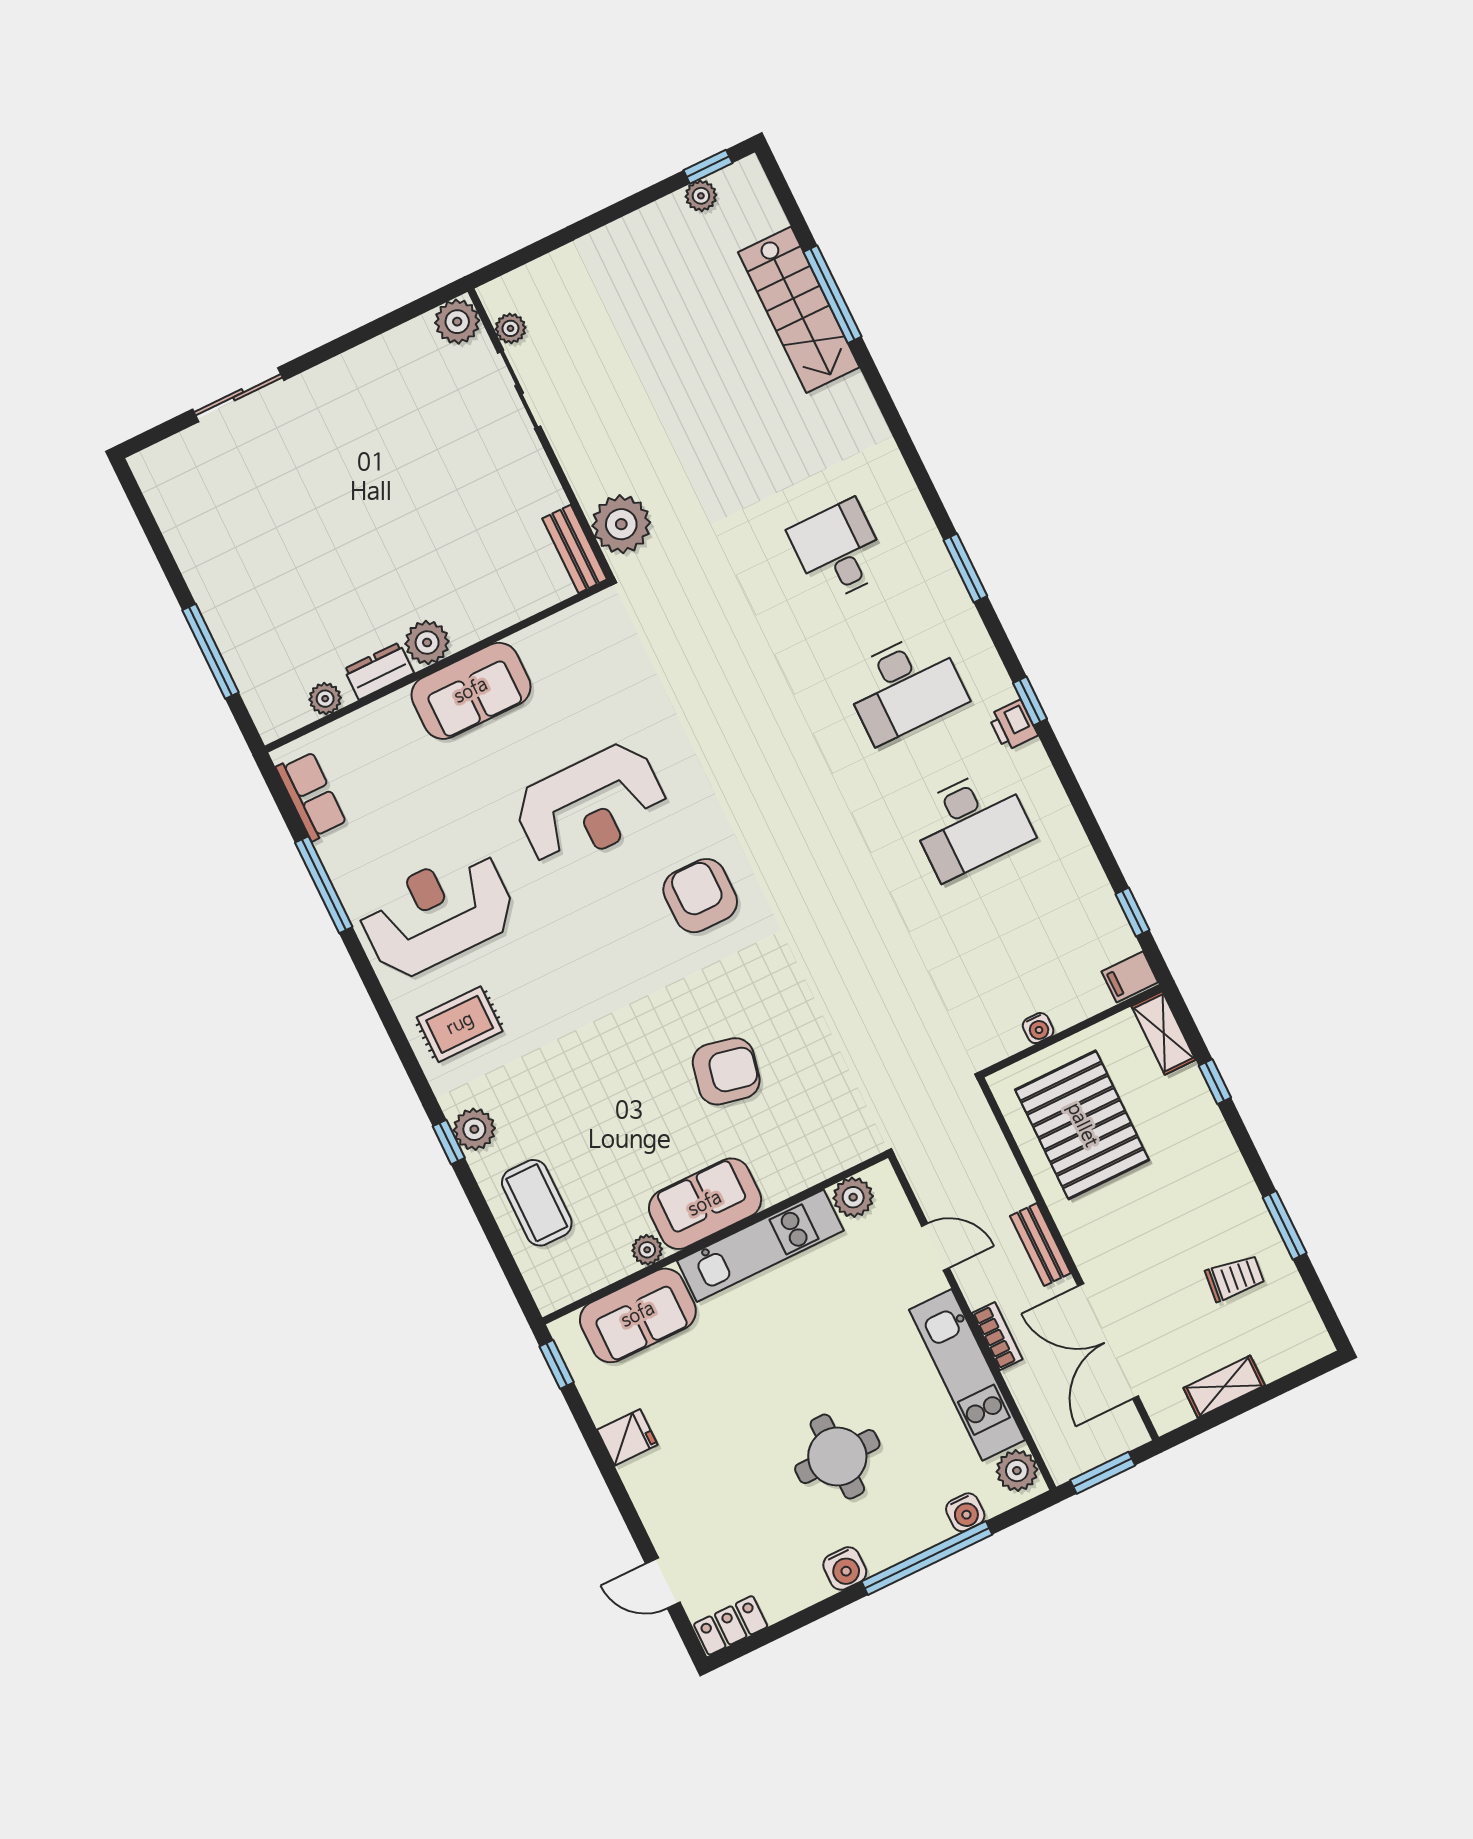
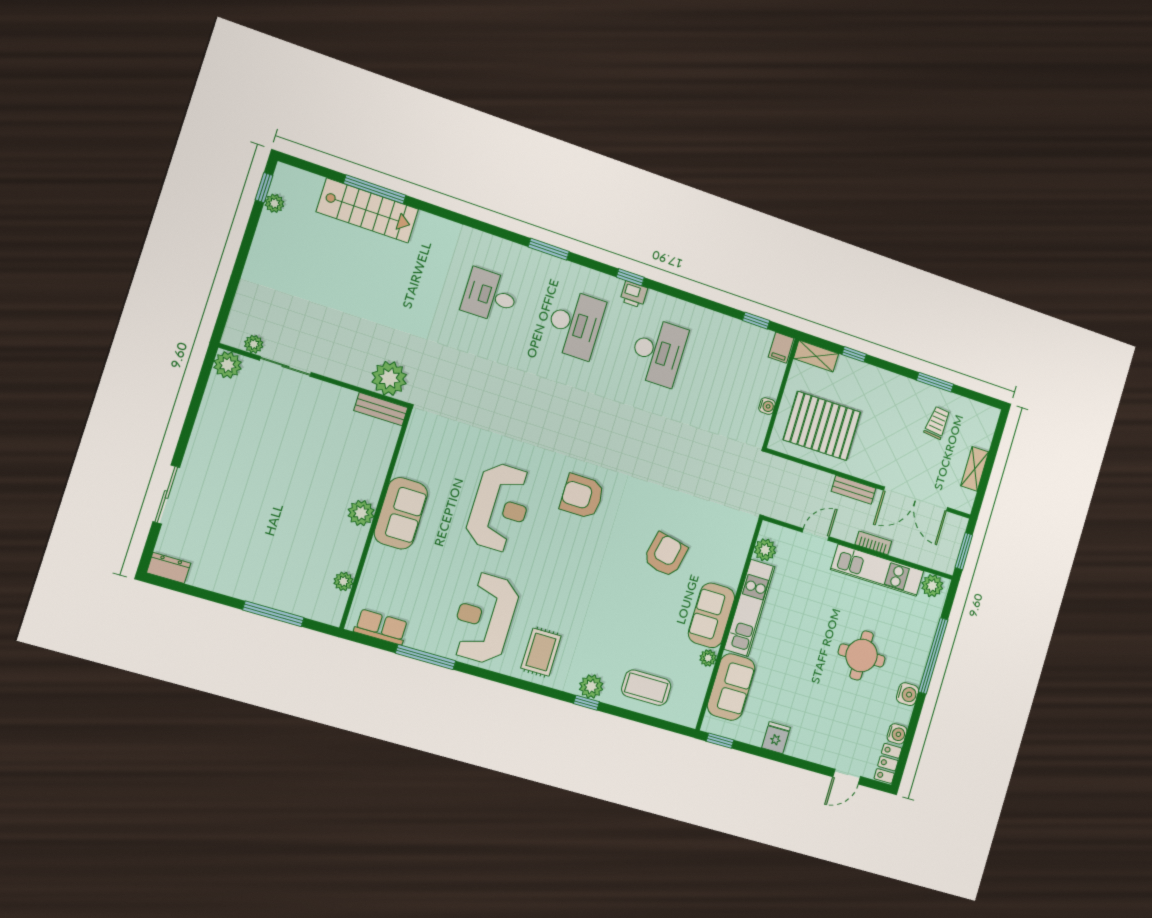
dresser: (379, 671) -> (169, 568), moved, turned 90
water cooler: (965, 1512) -> (897, 734), moved

